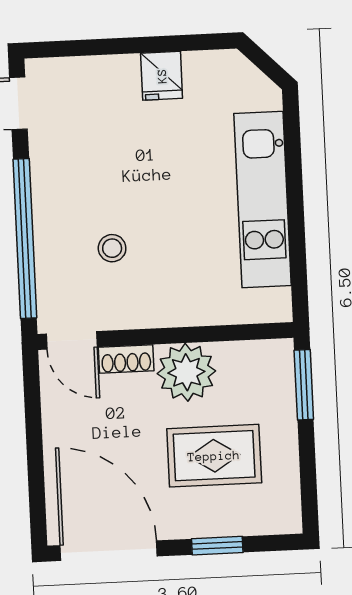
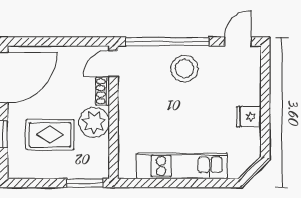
stool: (112, 248) -> (184, 69), moved, width x1.89, depth x1.89
rug: (214, 456) -> (50, 135), turned 90

